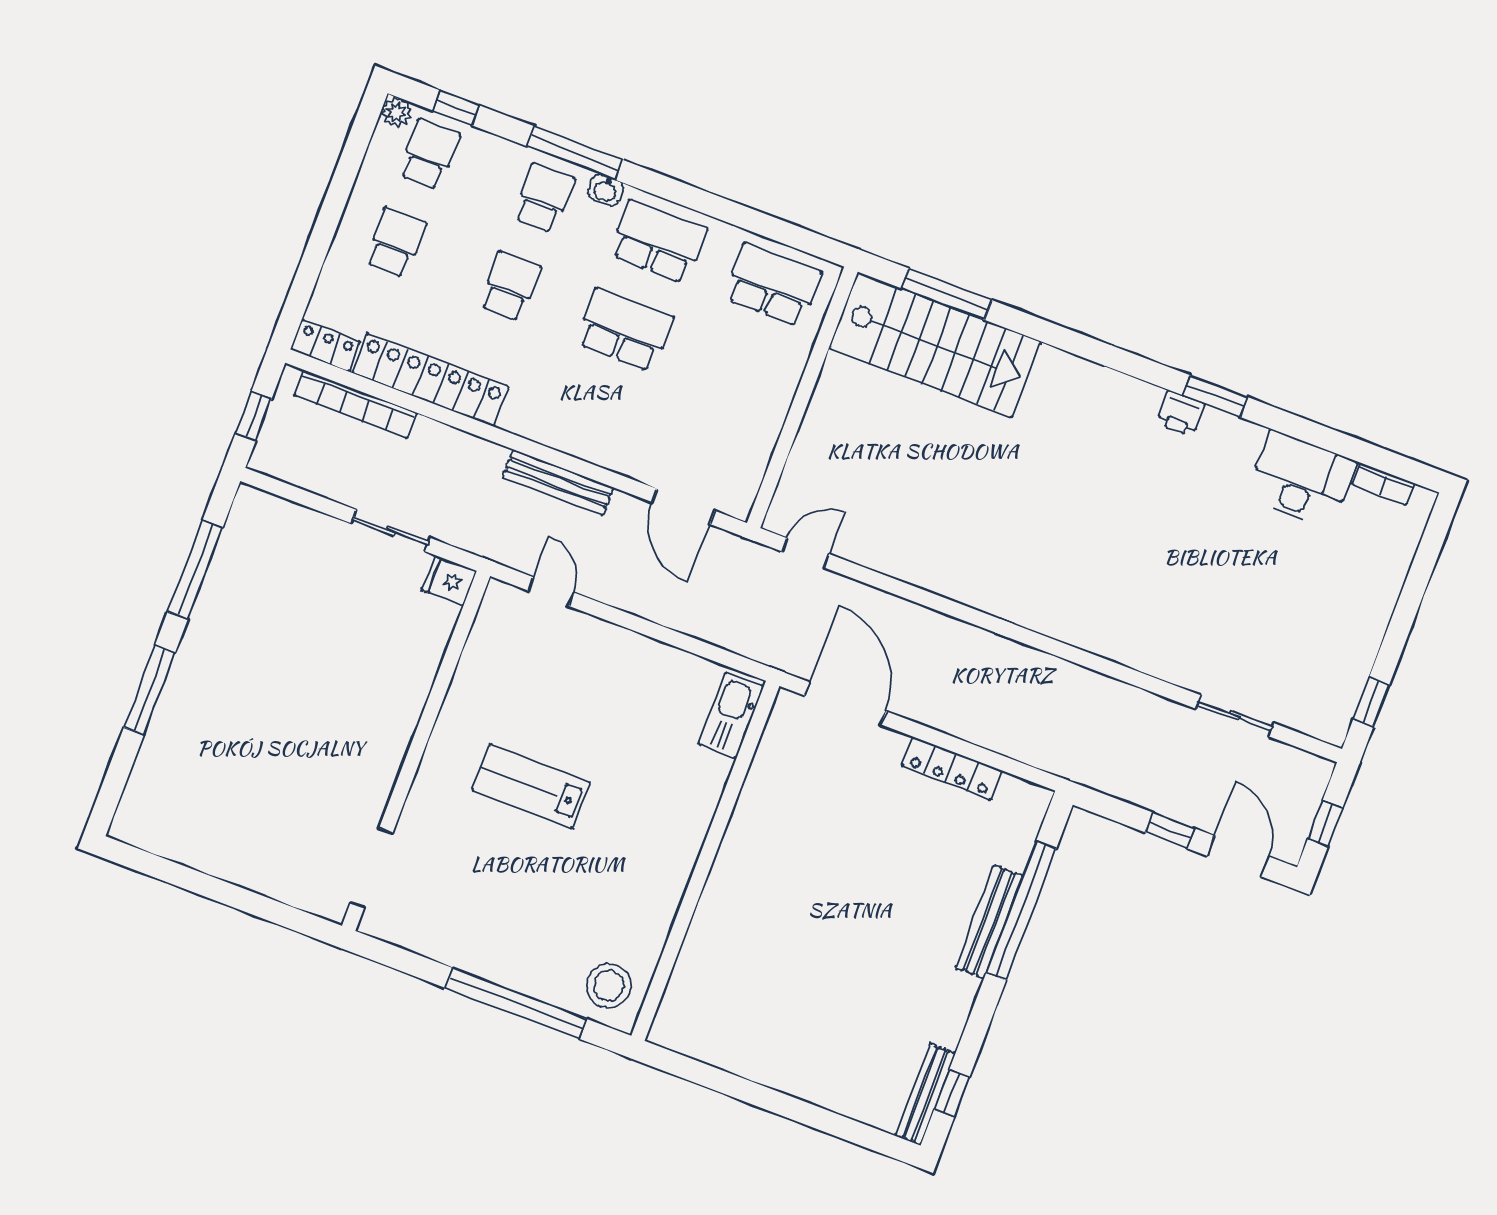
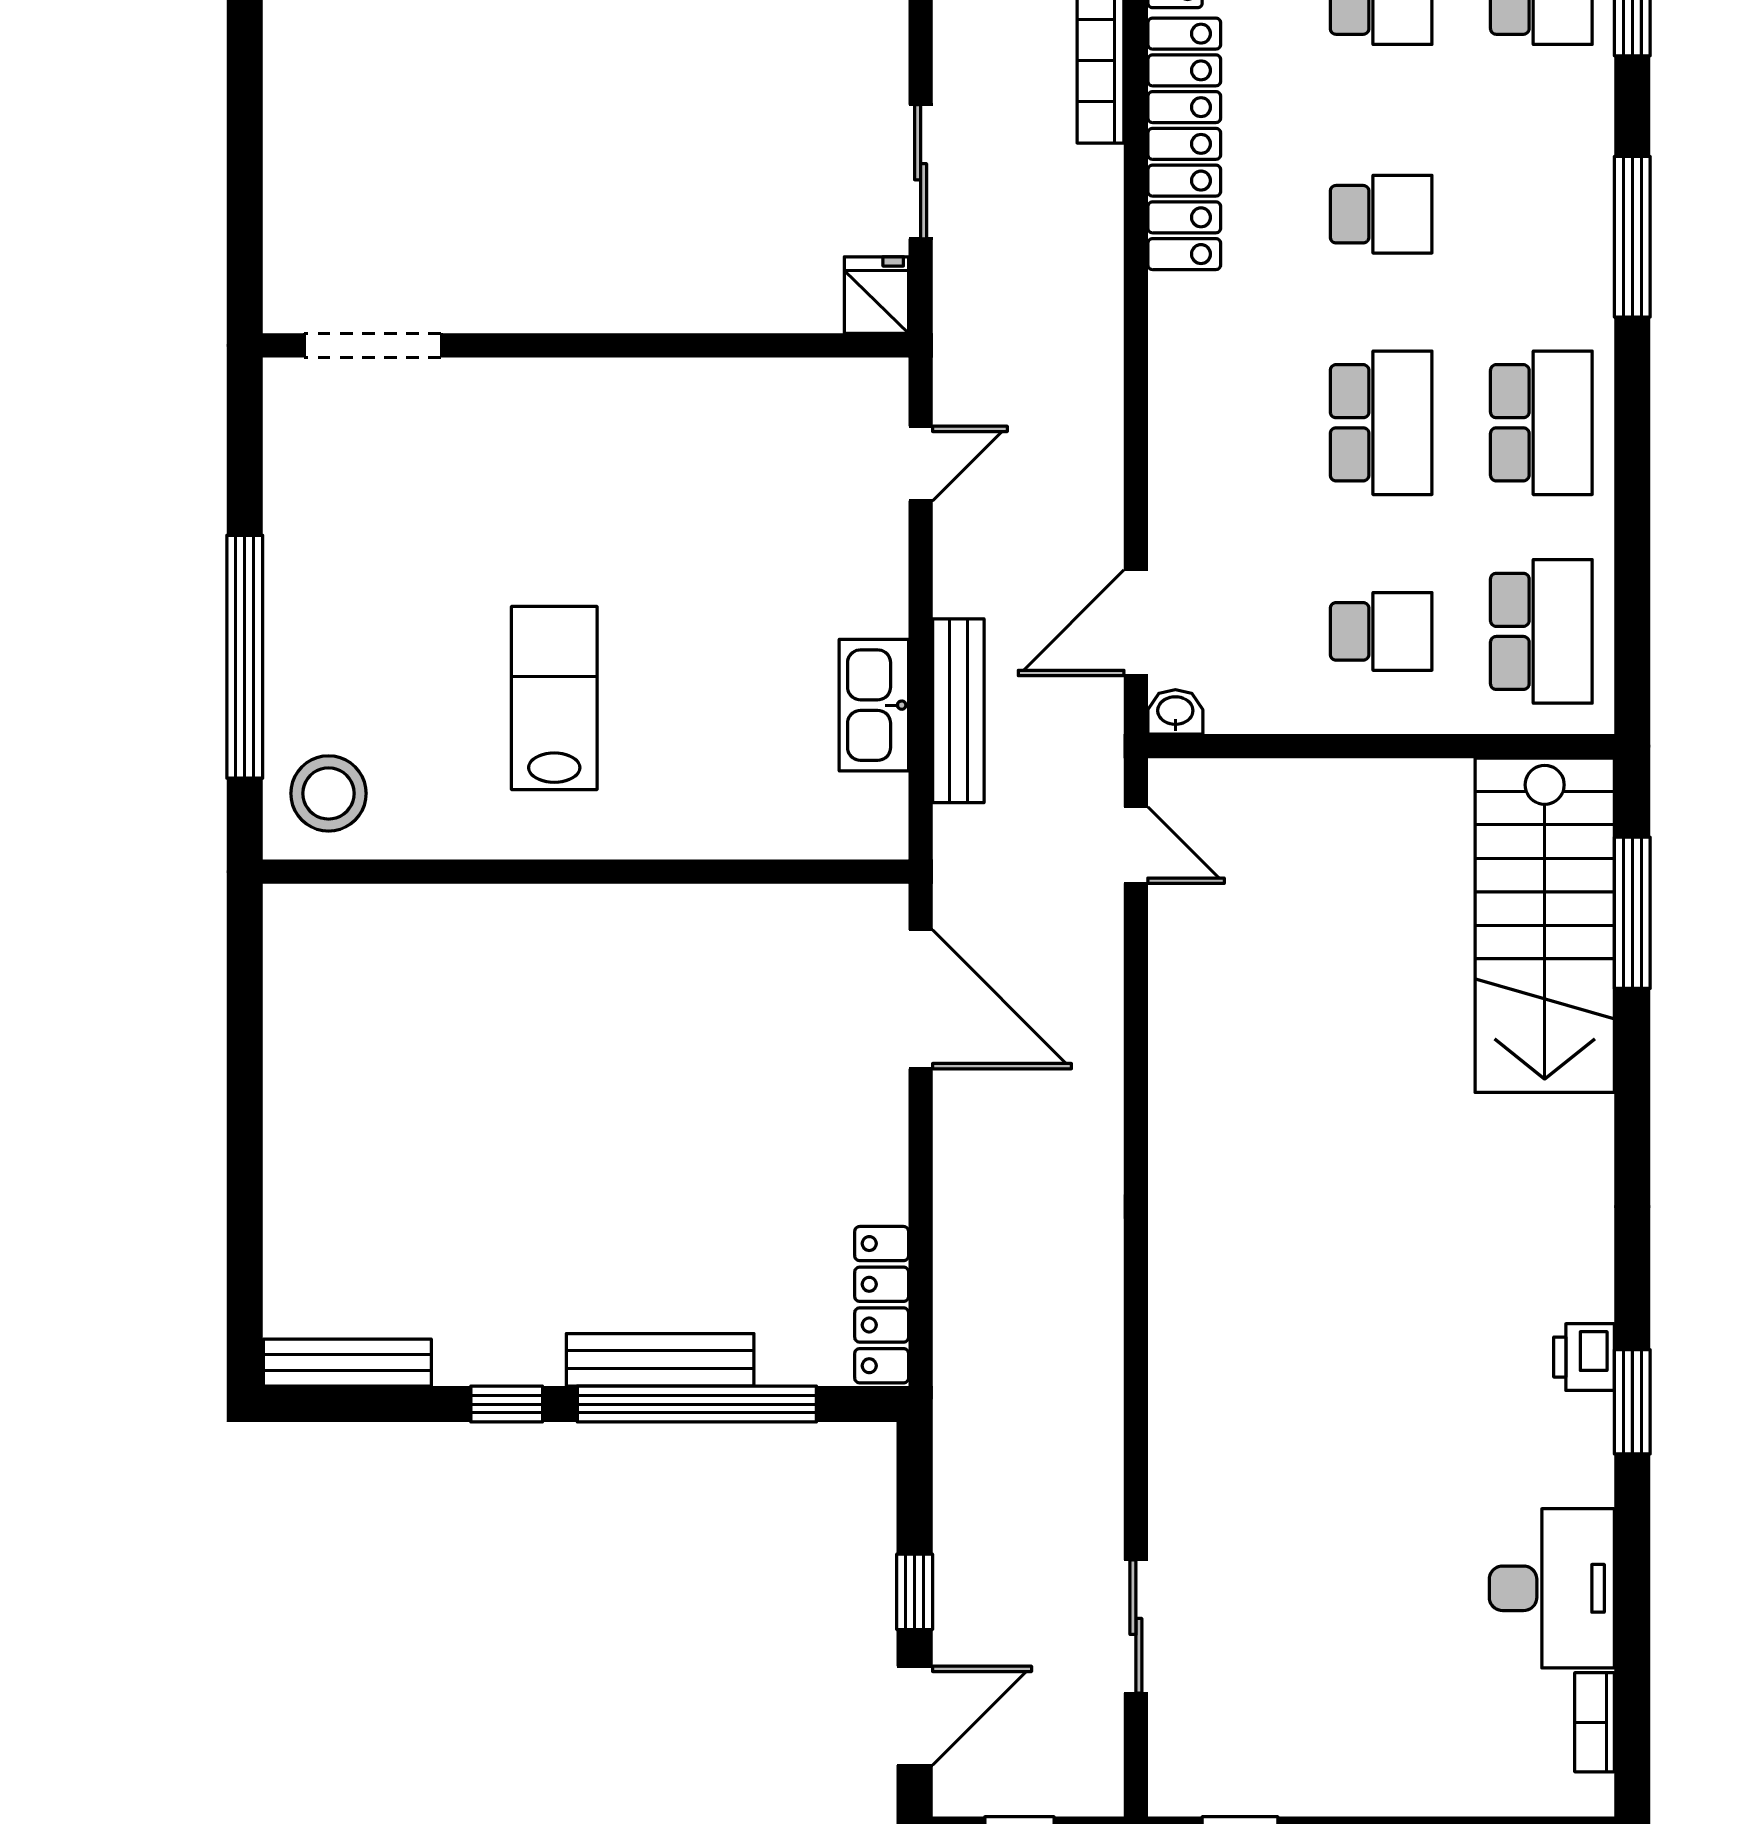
washbasin: (606, 190) -> (1175, 712), moved, turned 90
school desk: (543, 198) -> (1381, 631), moved
bench: (558, 483) -> (958, 711), moved
door: (845, 703) -> (921, 999), hinge flipped
kitchen sink: (731, 715) -> (874, 705), moved, turned -90
locker: (952, 768) -> (882, 1305), moved
lab bench: (531, 786) -> (554, 698), moved
window: (952, 1093) -> (507, 1404), moved

